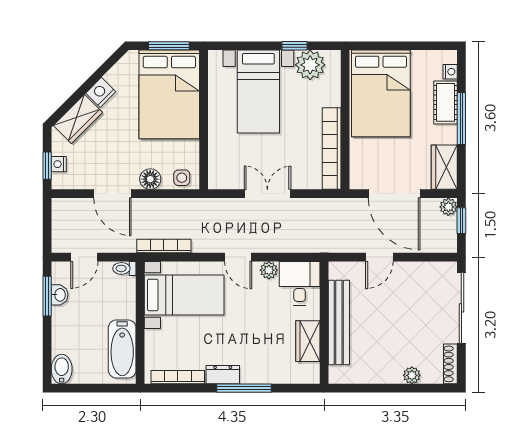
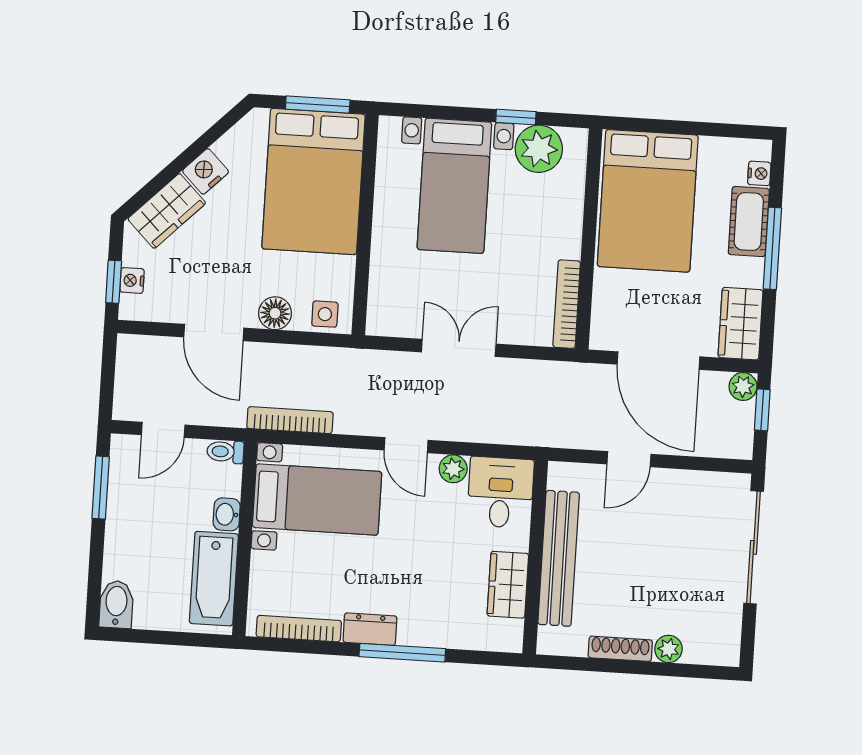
bookcase: (332, 149) -> (567, 304), width x0.68, depth x0.76
washbasin: (60, 295) -> (227, 514), moved, turned 180
shoe rack: (450, 364) -> (620, 649), moved, turned 90

